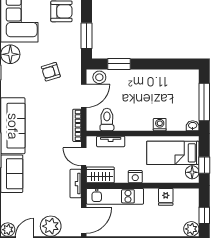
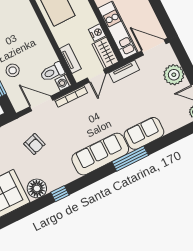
stool: (99, 77) -> (13, 70), moved
washing machine: (160, 125) -> (63, 82), moved
nightstand: (135, 177) -> (97, 33), moved

